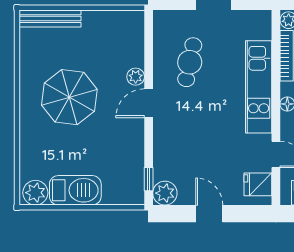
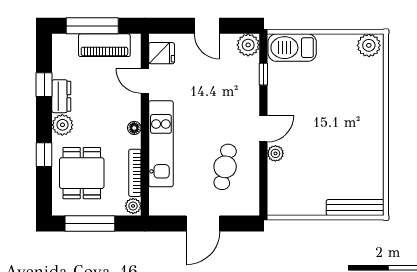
parasol: (69, 97) -> (337, 134), removed
window: (149, 179) -> (263, 74), moved
barbecue: (75, 190) -> (292, 48), moved

